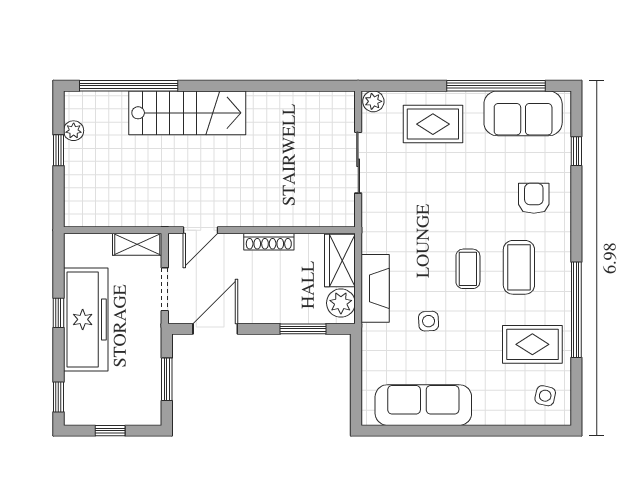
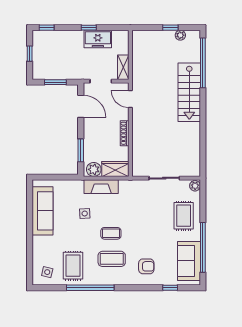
freezer: (86, 319) -> (98, 39), width x0.52, depth x0.79

